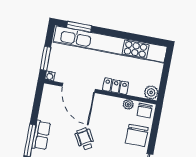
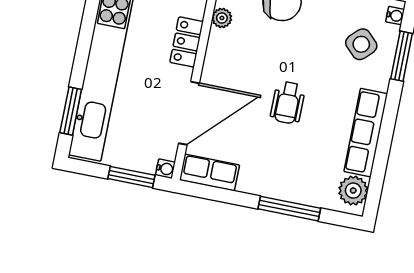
row of seats: (41, 135) -> (209, 173), moved
wheelchair: (85, 139) -> (288, 103), turned -60

